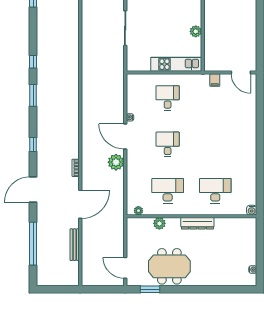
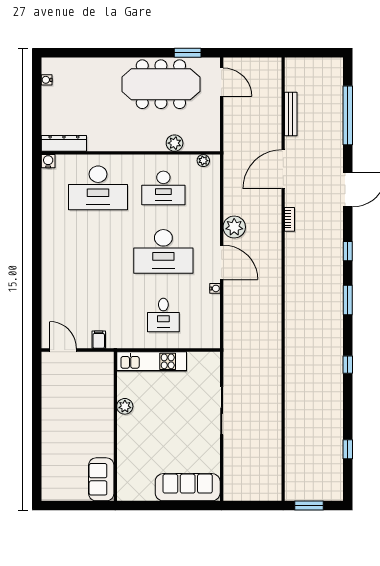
window: (33, 95) -> (348, 300), moved
desk: (168, 144) -> (163, 251), width x1.87, depth x1.30
desk: (215, 191) -> (98, 188), width x1.36, depth x1.30
dresser: (197, 223) -> (64, 143), moved
meeting table: (169, 266) -> (161, 84), width x1.36

